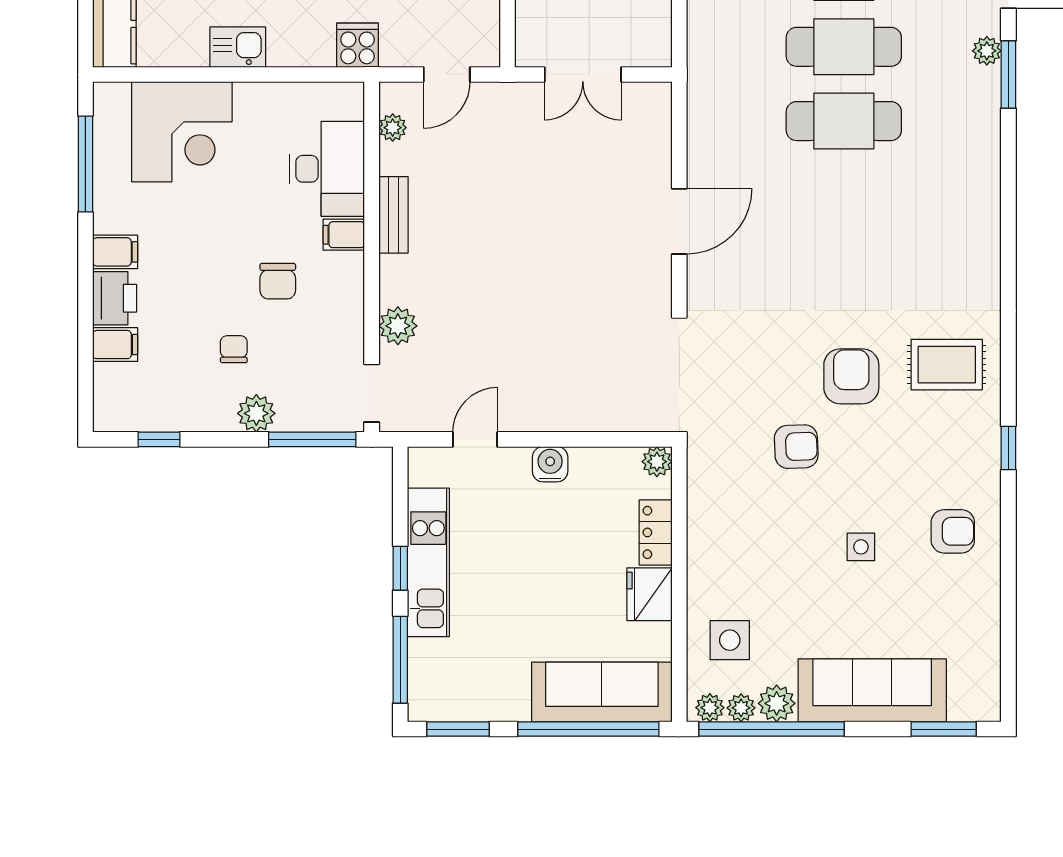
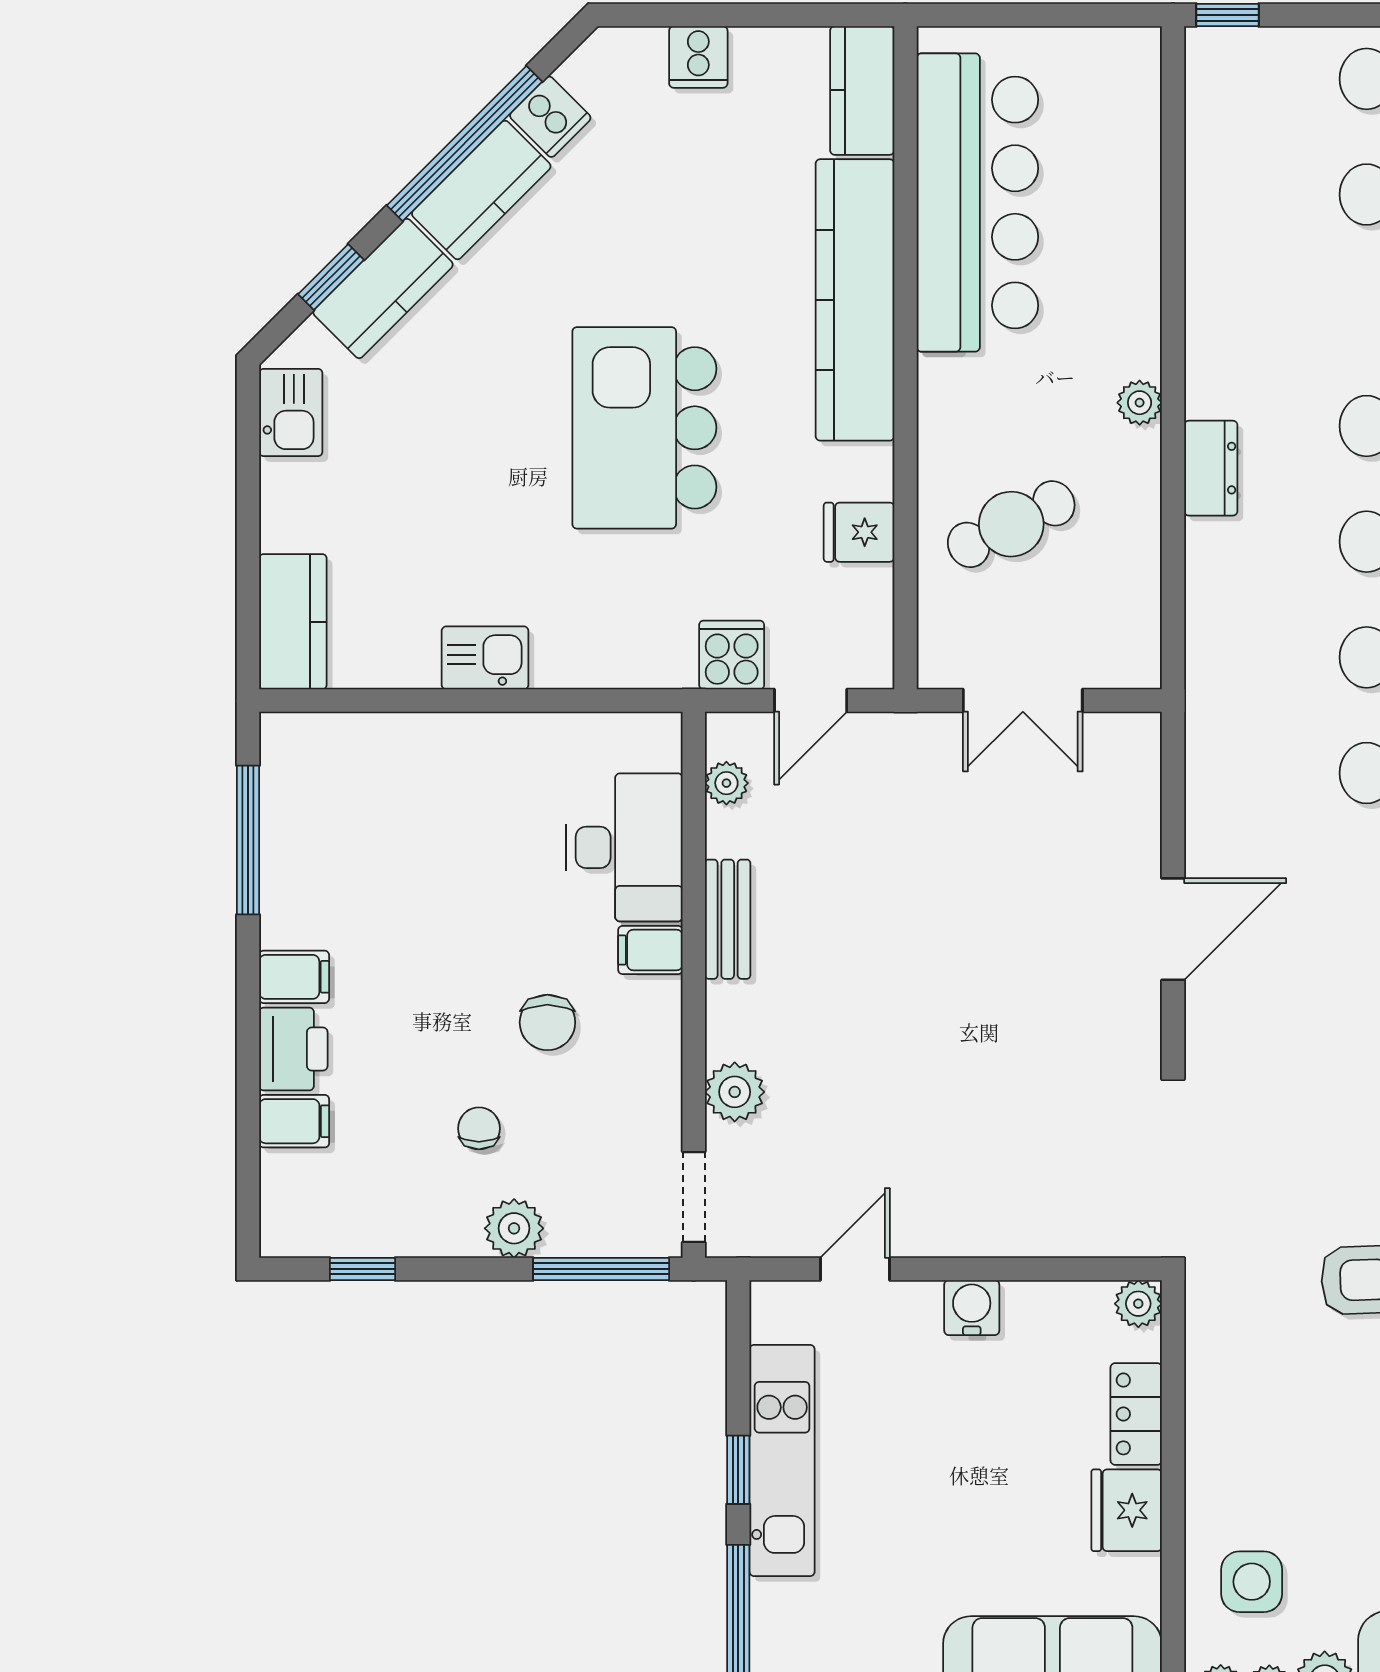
cooker: (357, 45) -> (732, 655), moved
corner desk: (182, 132) -> (398, 790), removed

